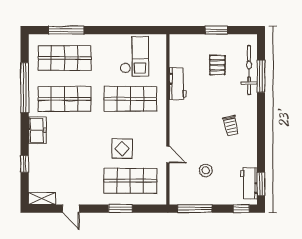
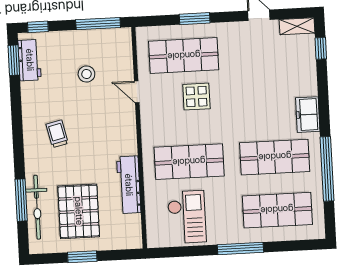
window: (66, 30) -> (240, 248), moved
checkout: (134, 56) -> (187, 217), turned 180
pallet: (217, 65) -> (79, 211), width x2.05, depth x2.00
workbench: (178, 84) -> (129, 185), width x1.38
window: (25, 164) -> (321, 48), moved

